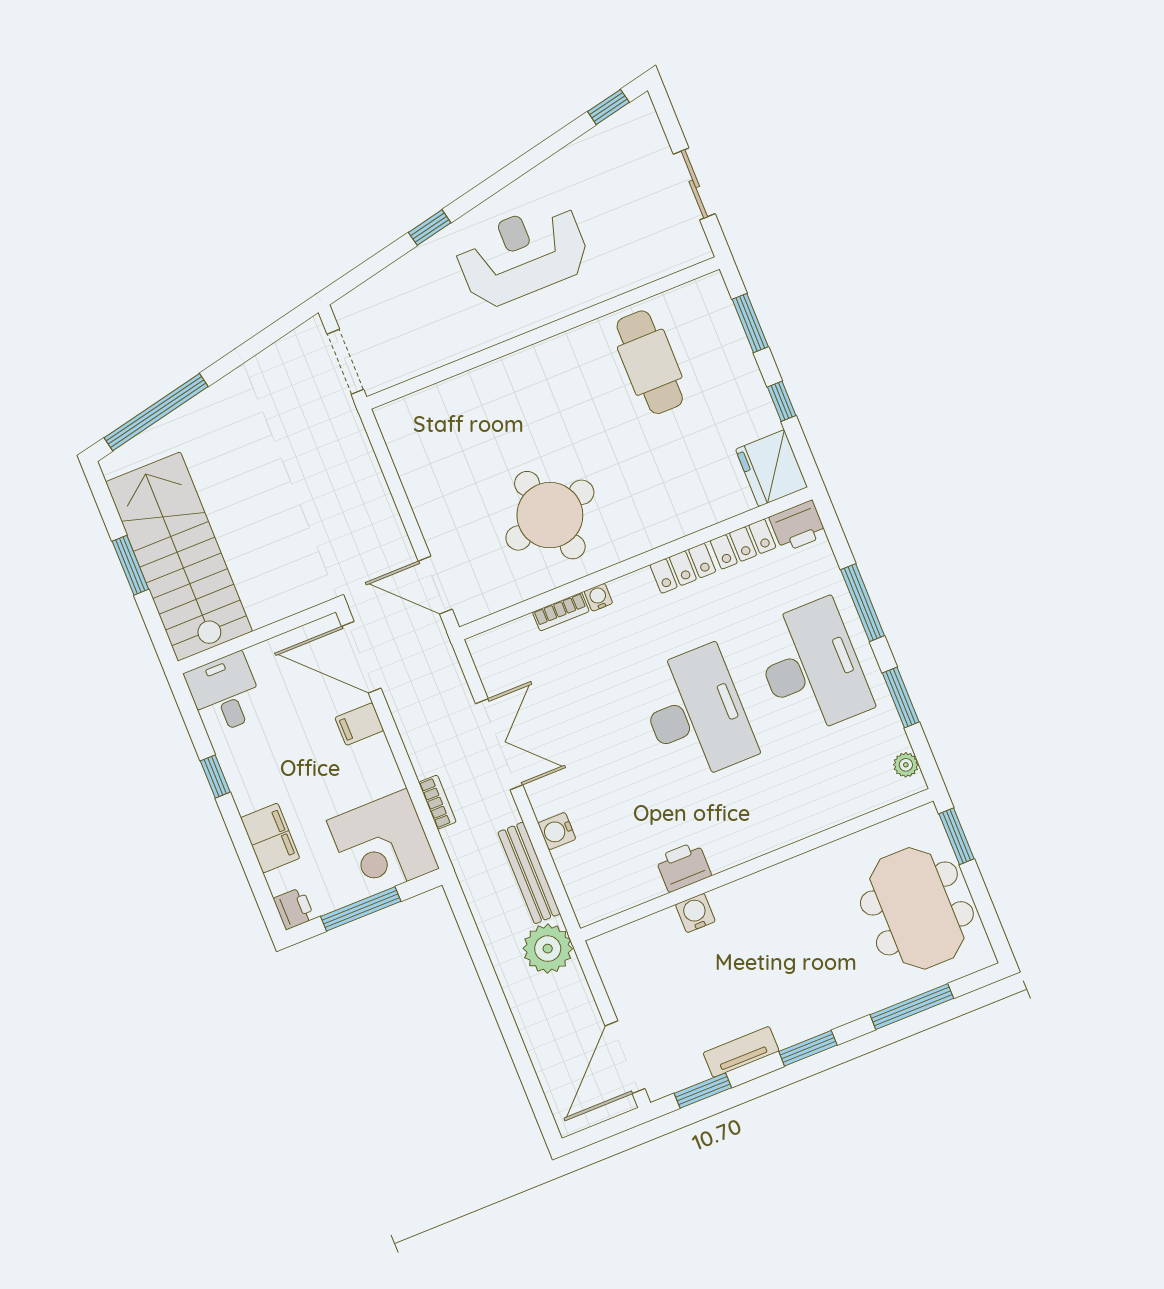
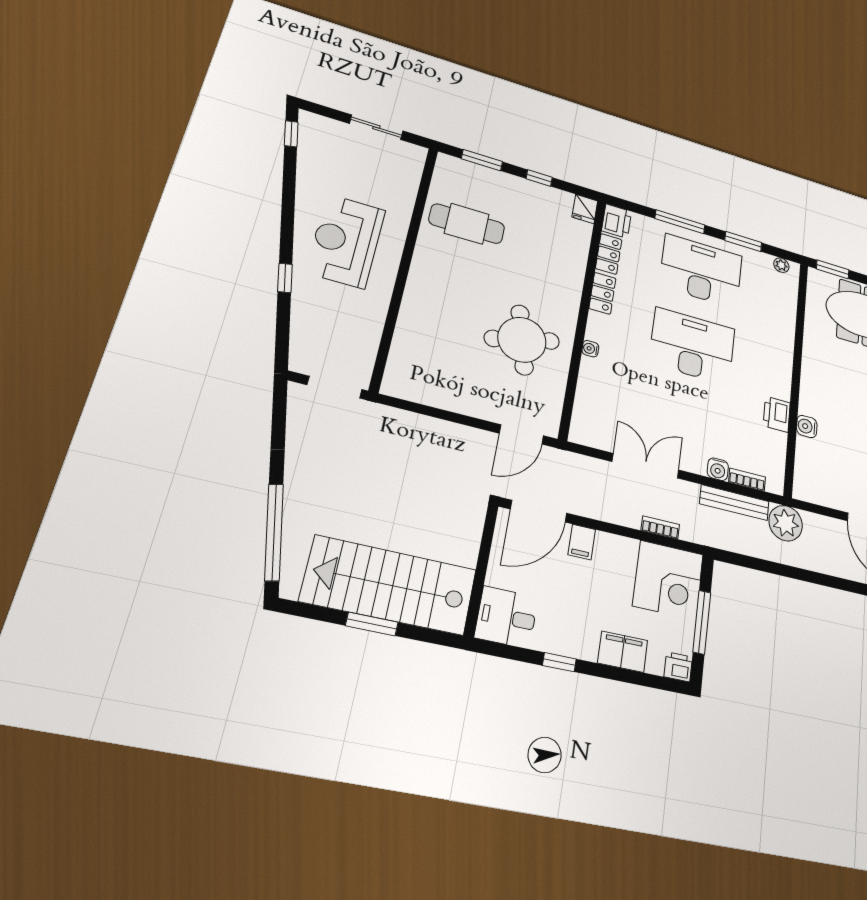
fridge: (771, 468) -> (585, 209), width x0.53, depth x0.75
bookcase: (561, 612) -> (747, 480), moved, turned -90

